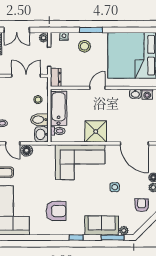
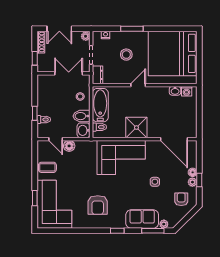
stool: (84, 46) -> (126, 55), moved
armchair: (56, 211) -> (98, 205), turned 90

